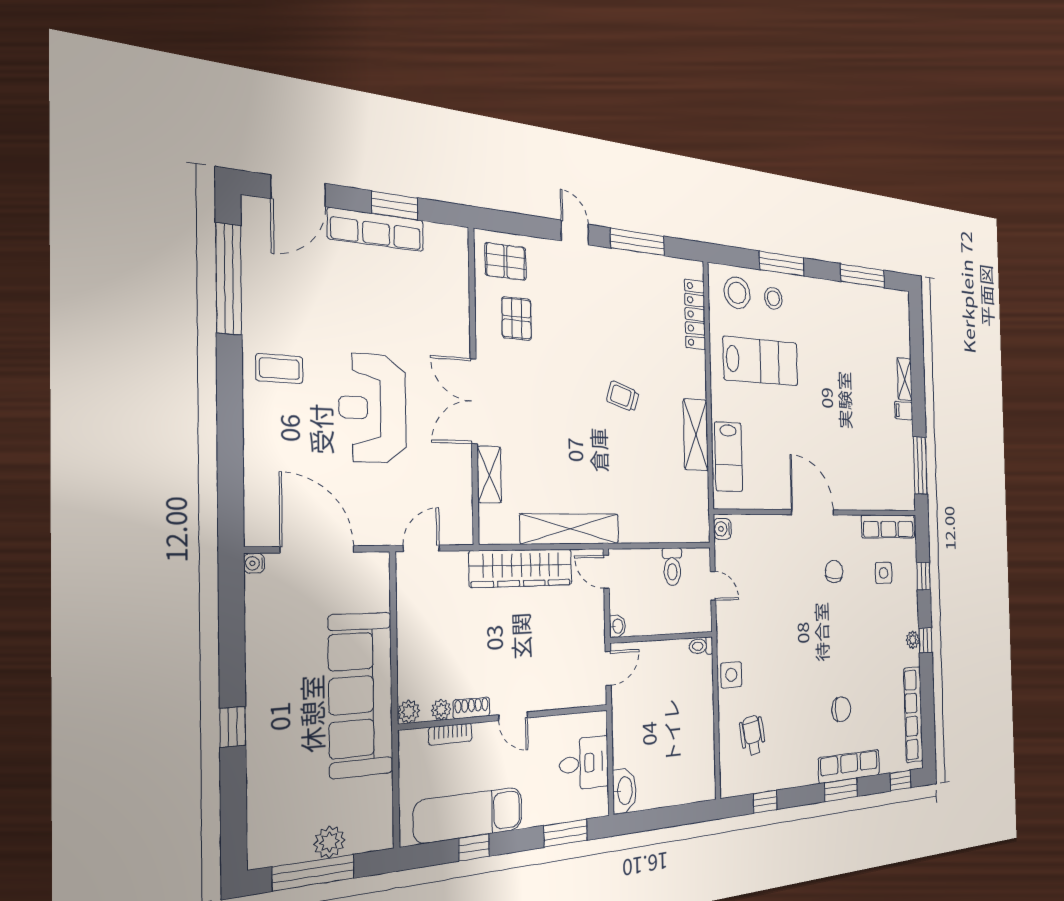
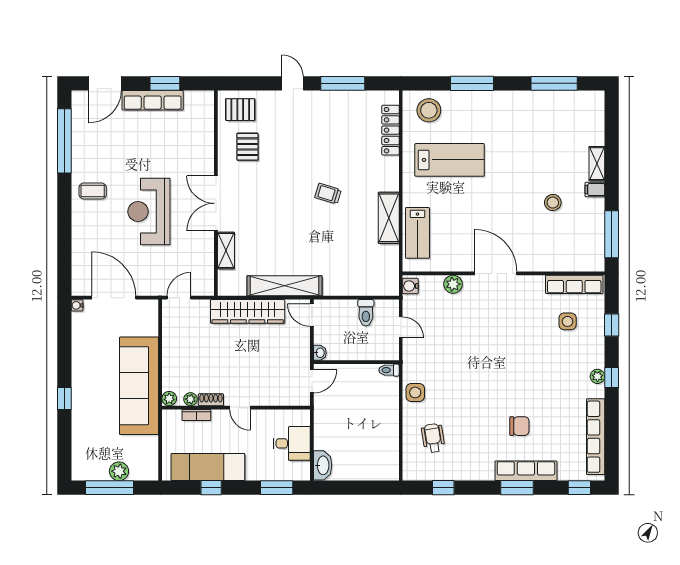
stool: (773, 298) -> (553, 203), moved
plant: (769, 526) -> (453, 284), added
chair: (834, 572) -> (516, 319), removed

